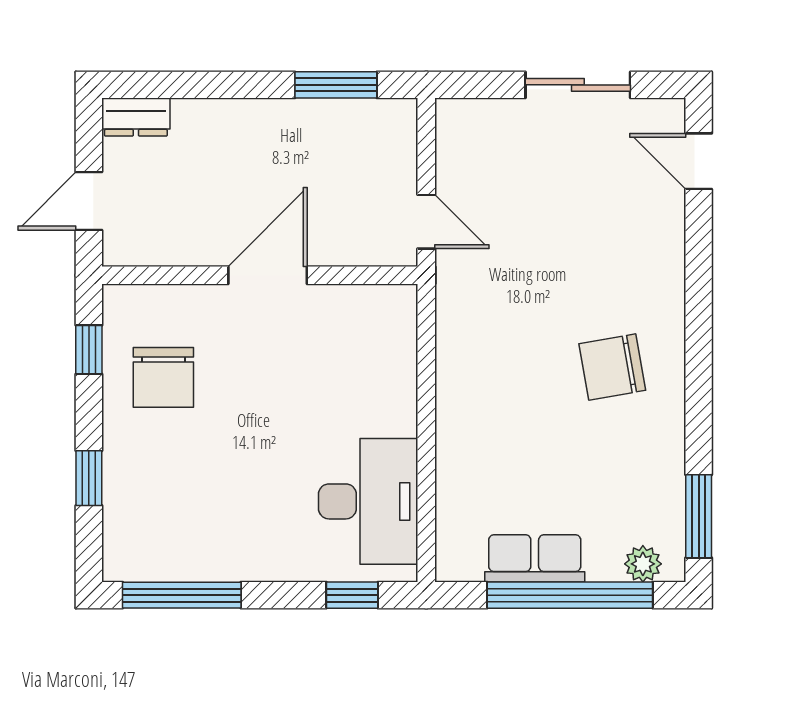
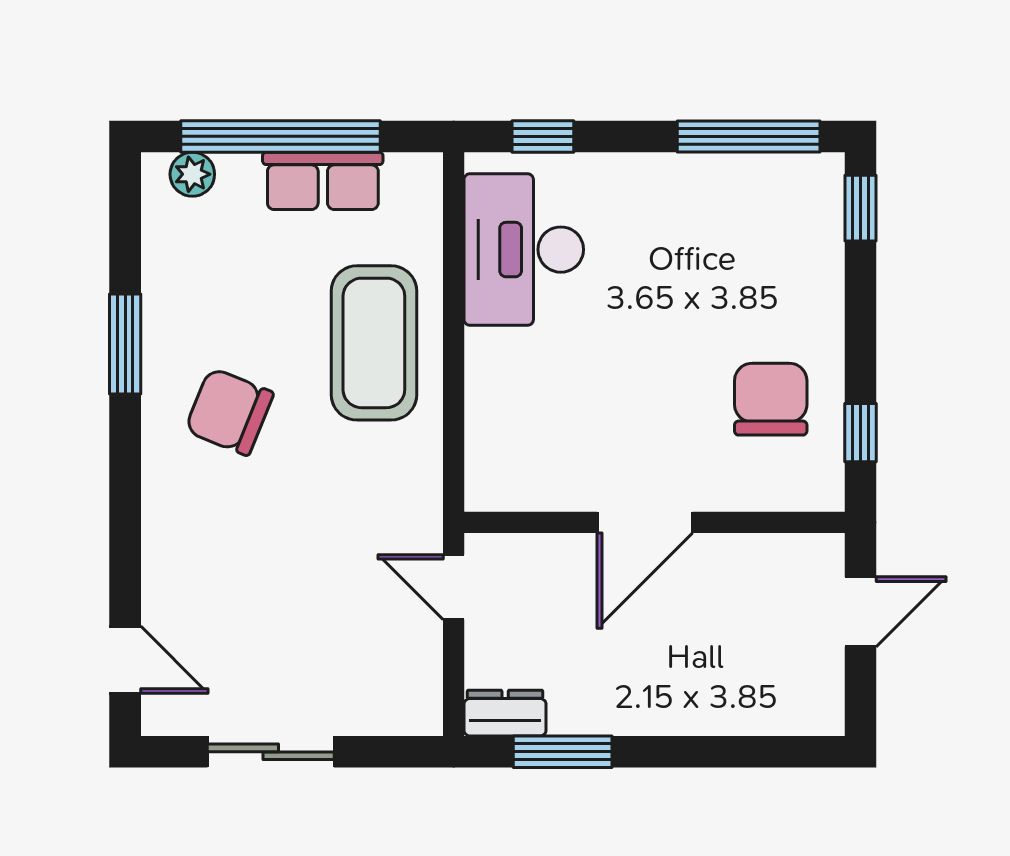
dresser: (136, 117) -> (505, 713), moved
chair: (612, 367) -> (229, 412), turned -148
coffee table: (492, 424) -> (374, 343), added
window: (89, 478) -> (860, 208), moved
window: (699, 516) -> (125, 344), moved

